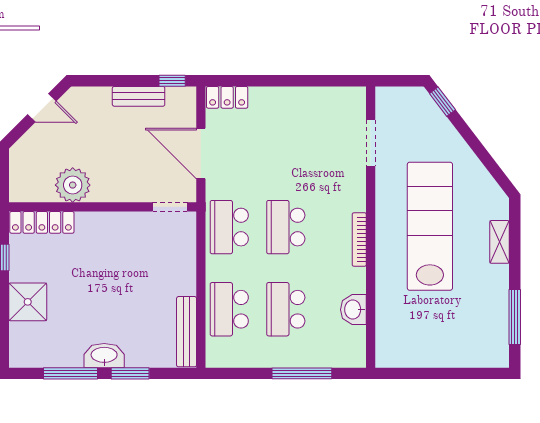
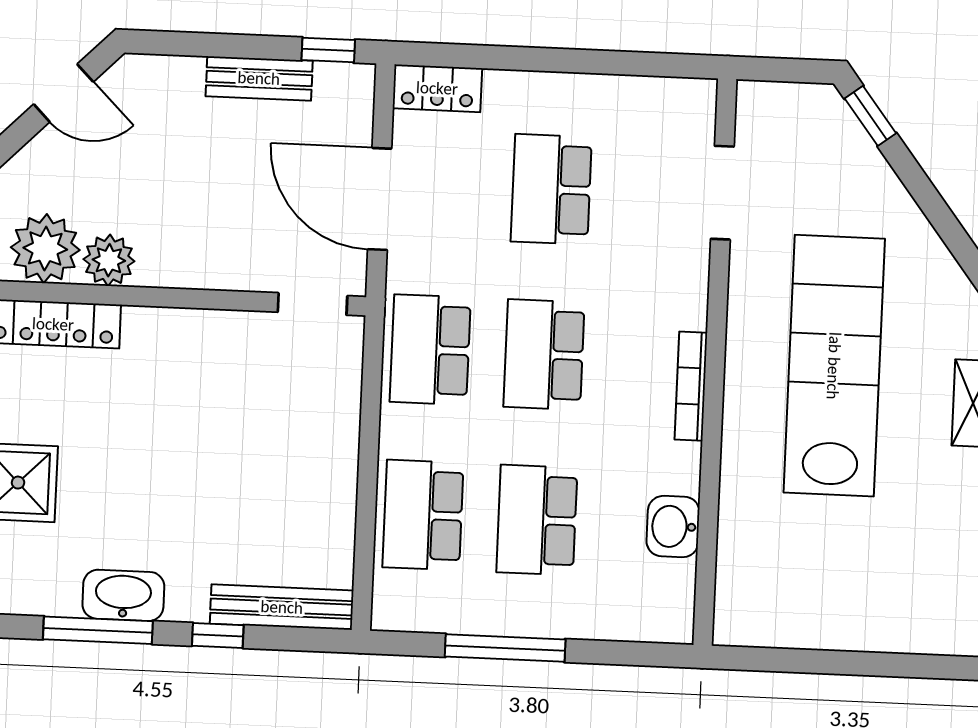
school desk: (286, 145) -> (551, 189), added
plant: (36, 185) -> (45, 249), added
plant: (73, 185) -> (109, 260), width x0.73, depth x0.73
bench: (187, 332) -> (282, 607), moved, turned 90
washbasin: (104, 356) -> (123, 595), moved
window: (130, 373) -> (218, 635), width x0.67
window: (302, 373) -> (505, 648), moved

